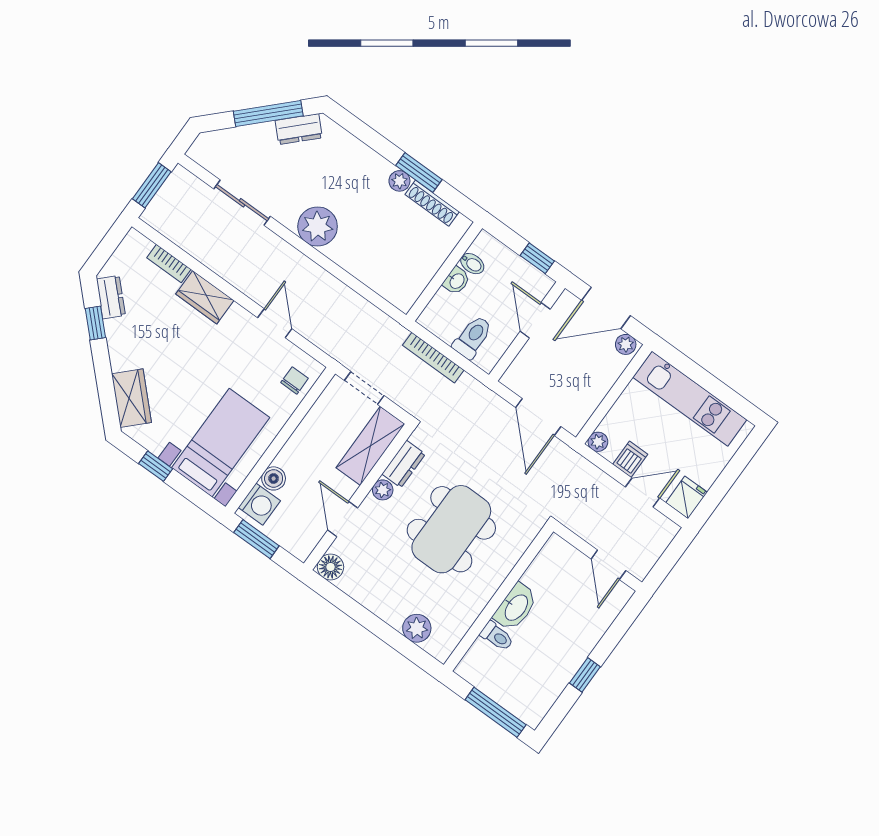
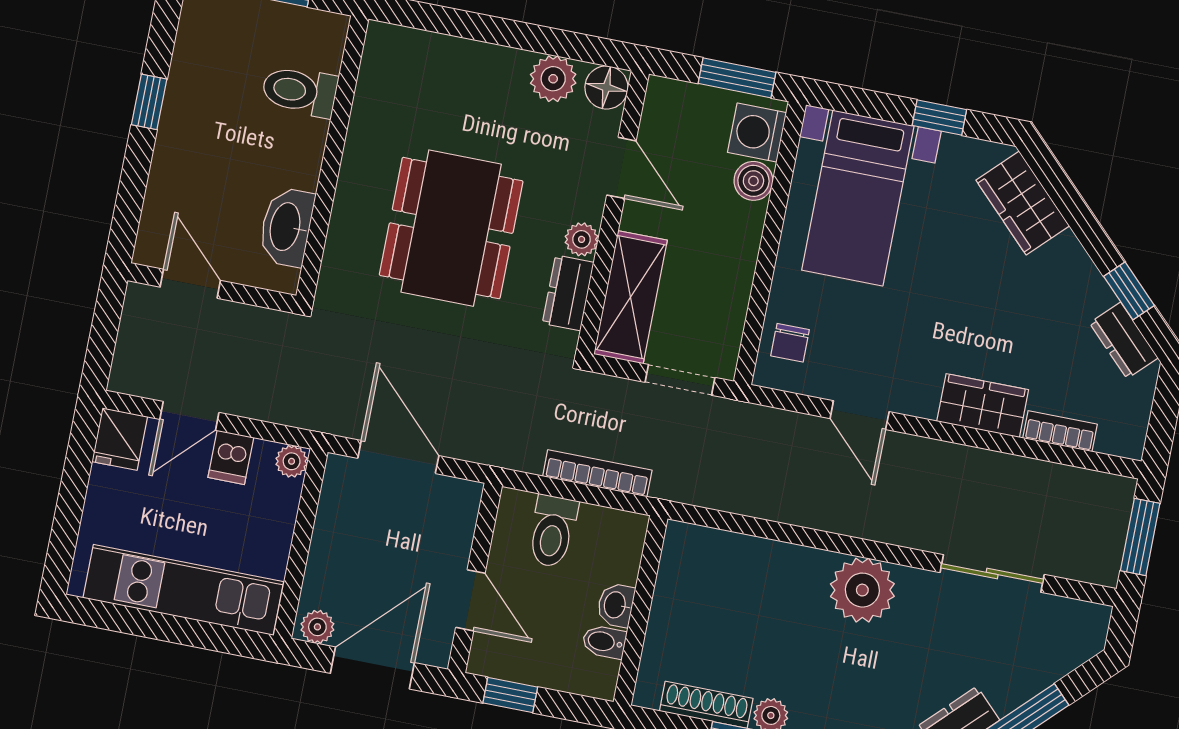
washbasin: (516, 607) -> (286, 227), moved
plant: (417, 628) -> (553, 79), moved
toilet: (497, 636) -> (300, 91), width x1.37, depth x1.39

